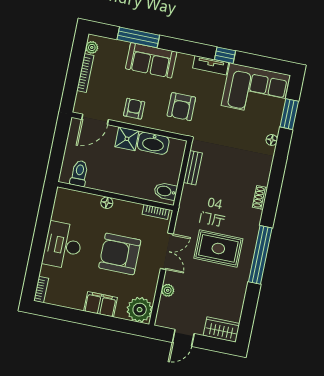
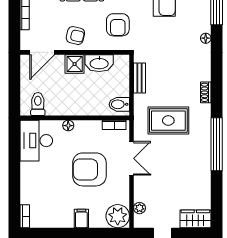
armchair: (134, 109) -> (75, 36), turned 103
desk: (63, 245) -> (36, 141), moved
rug: (218, 248) -> (168, 121), moved
plant: (168, 290) -> (140, 208), moved
filing cabinet: (101, 304) -> (81, 219), width x0.50

